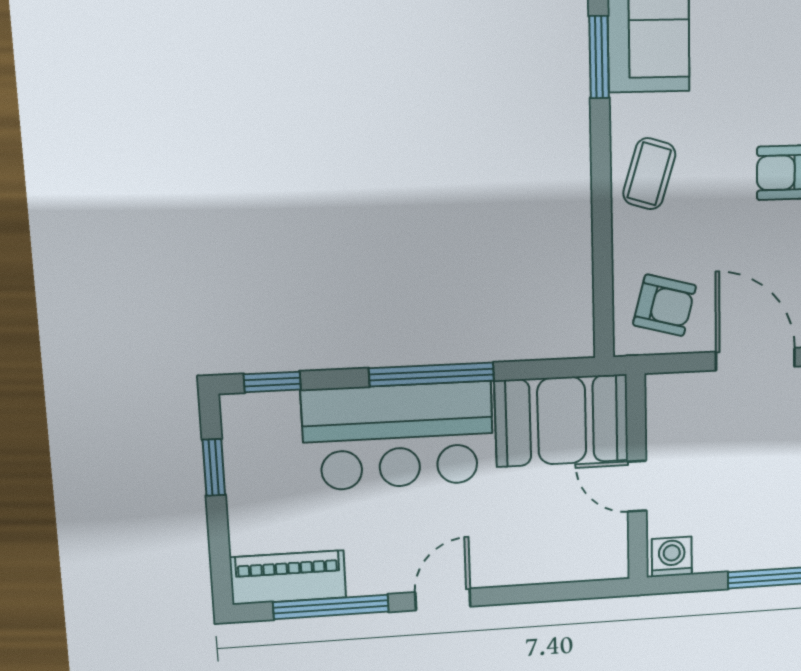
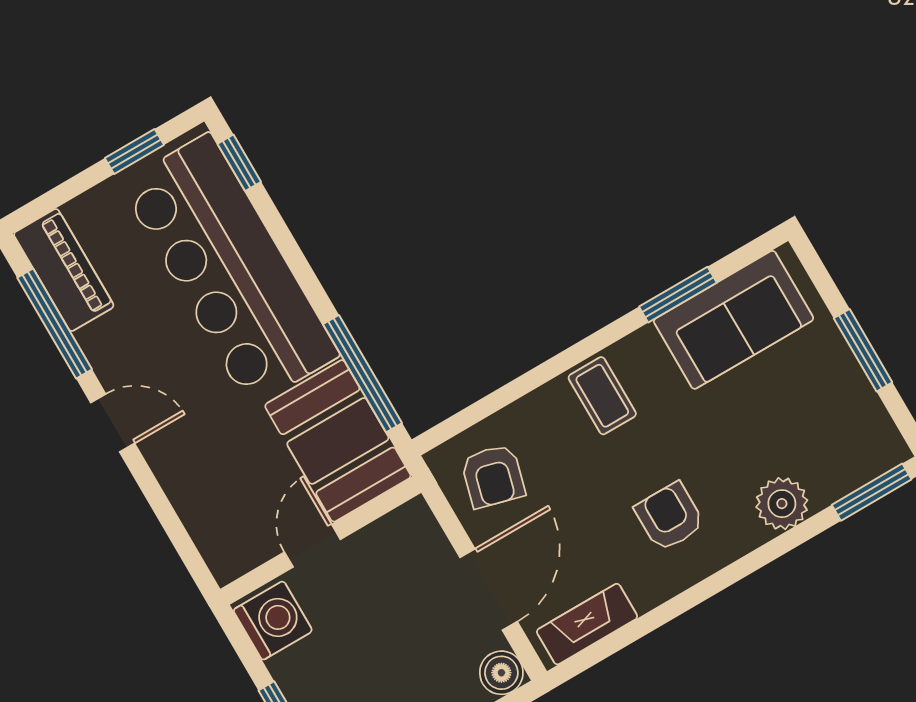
coffee table: (649, 174) -> (602, 396), turned 73
window: (432, 374) -> (362, 374), moved
bar counter: (398, 436) -> (230, 270), width x1.36
washing machine: (672, 557) -> (273, 620), width x1.38, depth x1.38

